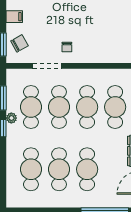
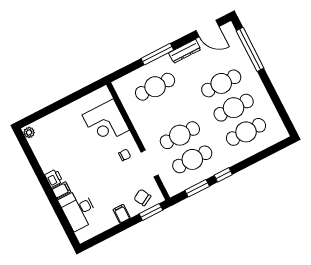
corner desk: (105, 45) -> (106, 123), added
cafe table: (87, 107) -> (167, 111), removed
plant: (11, 118) -> (210, 171), removed

